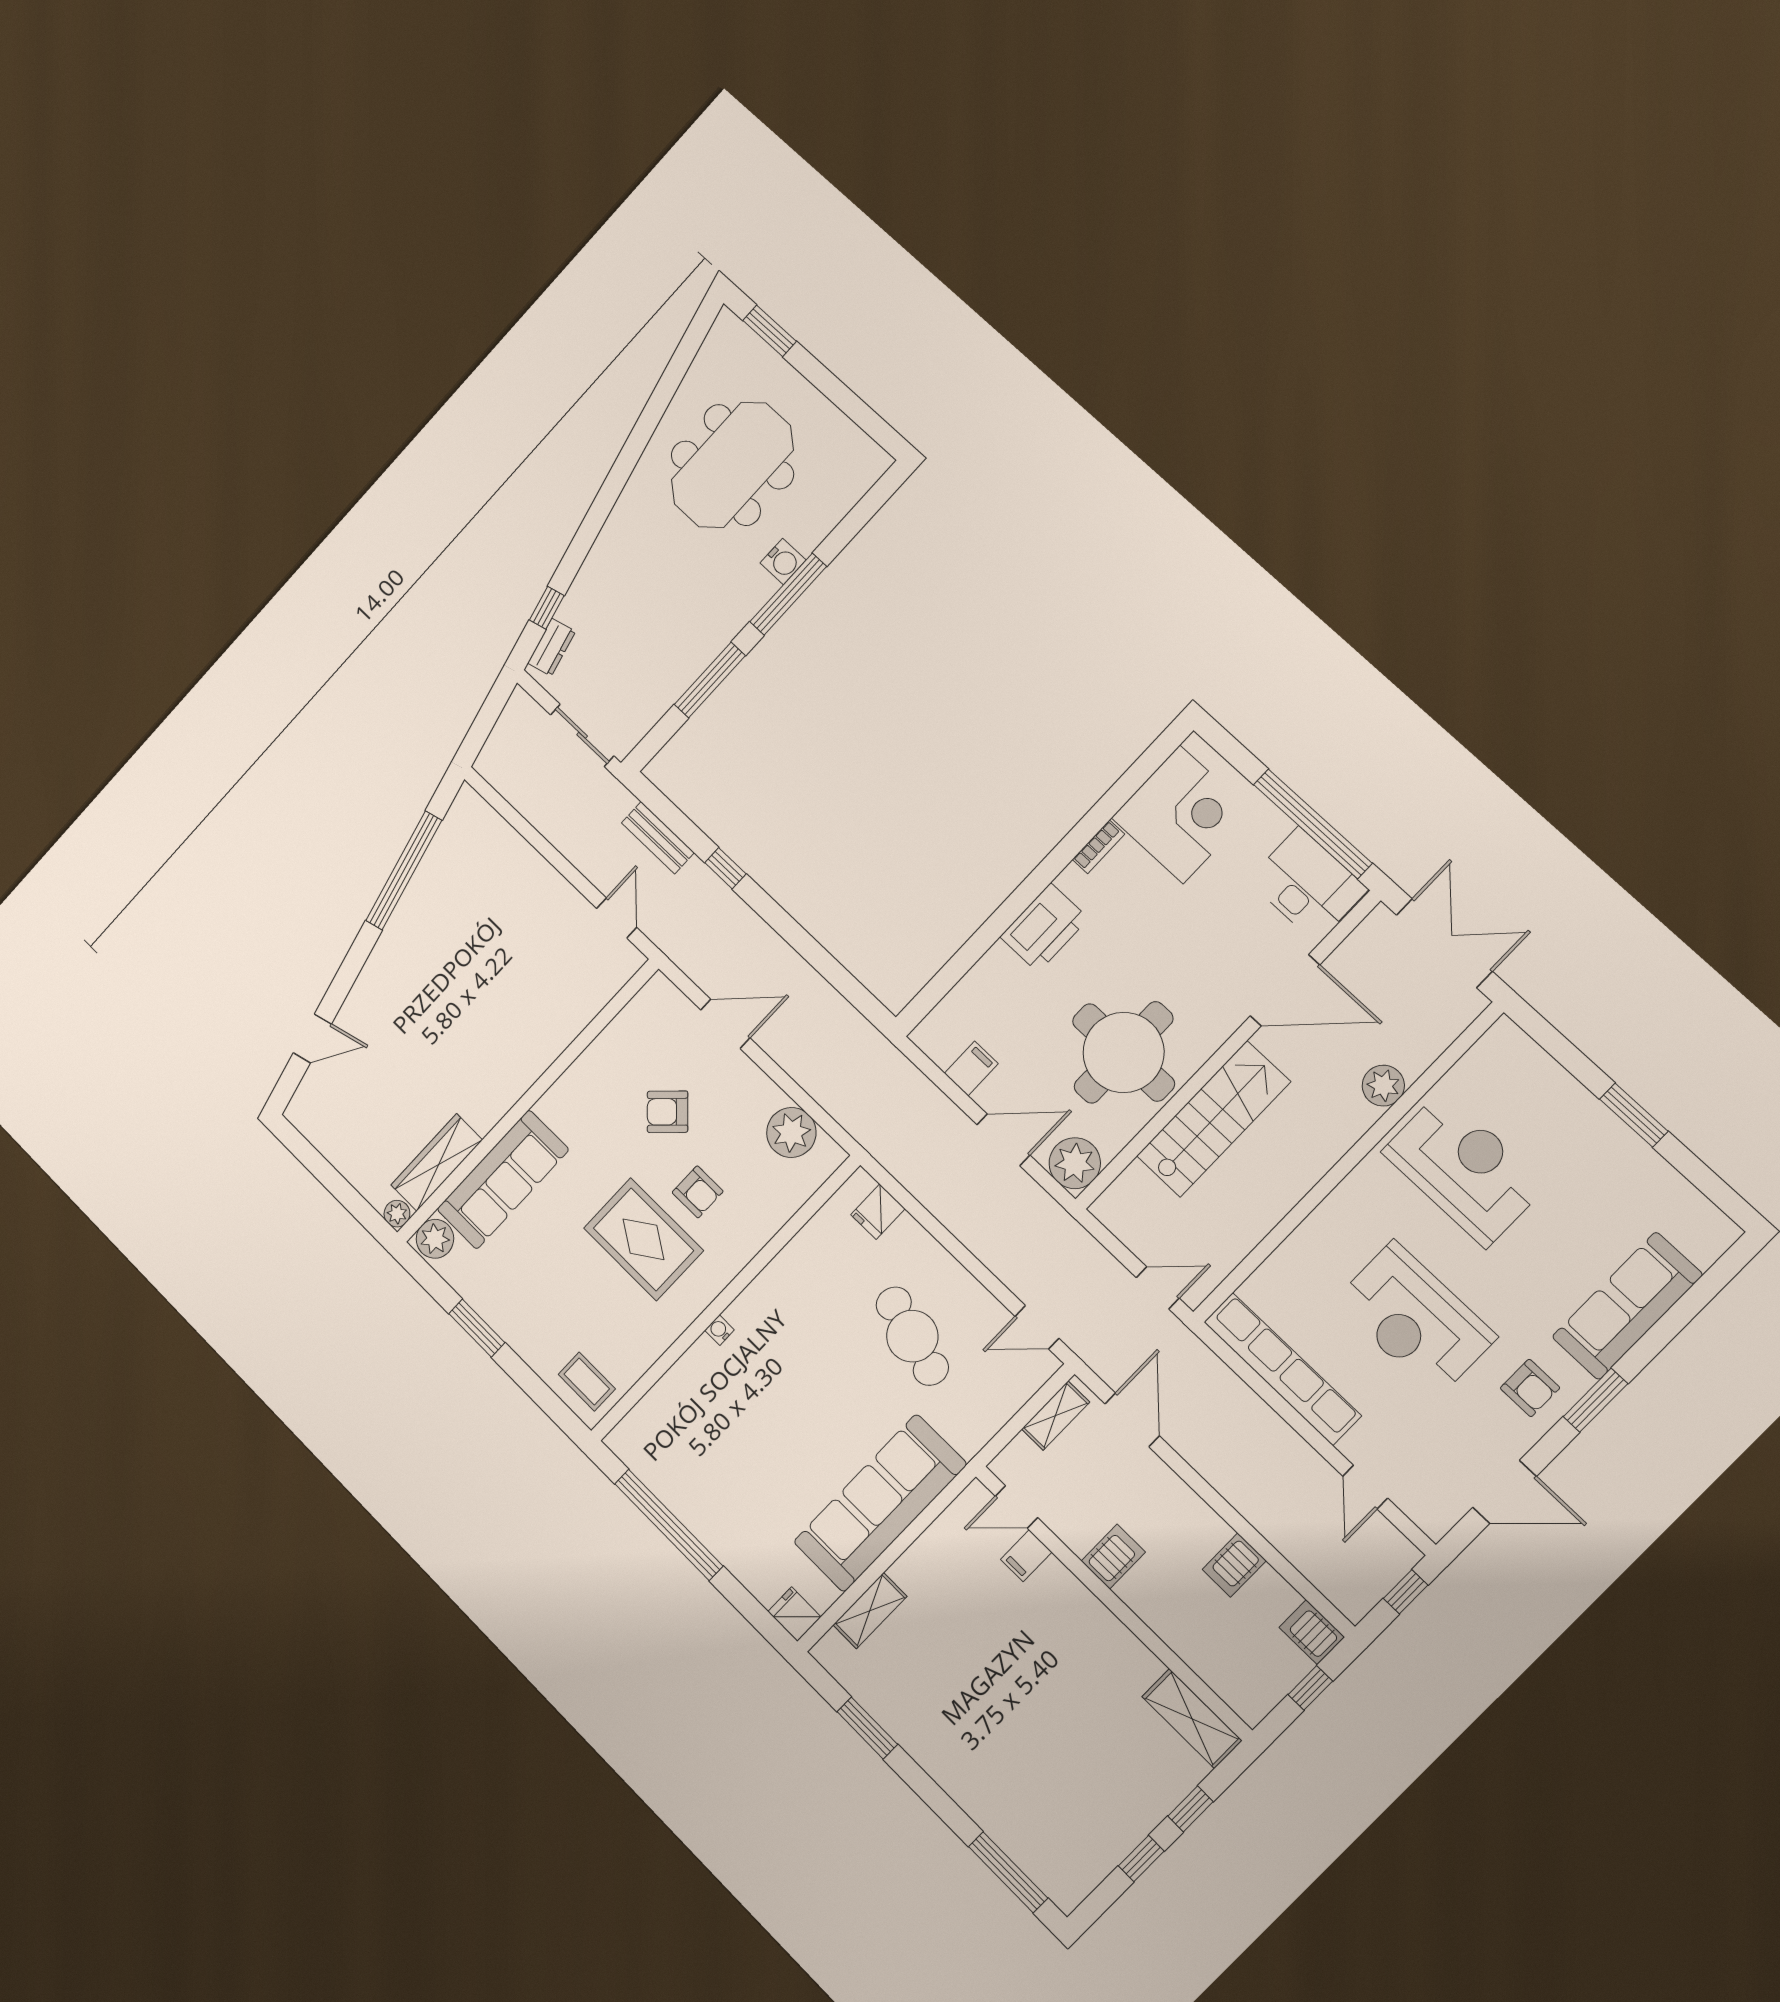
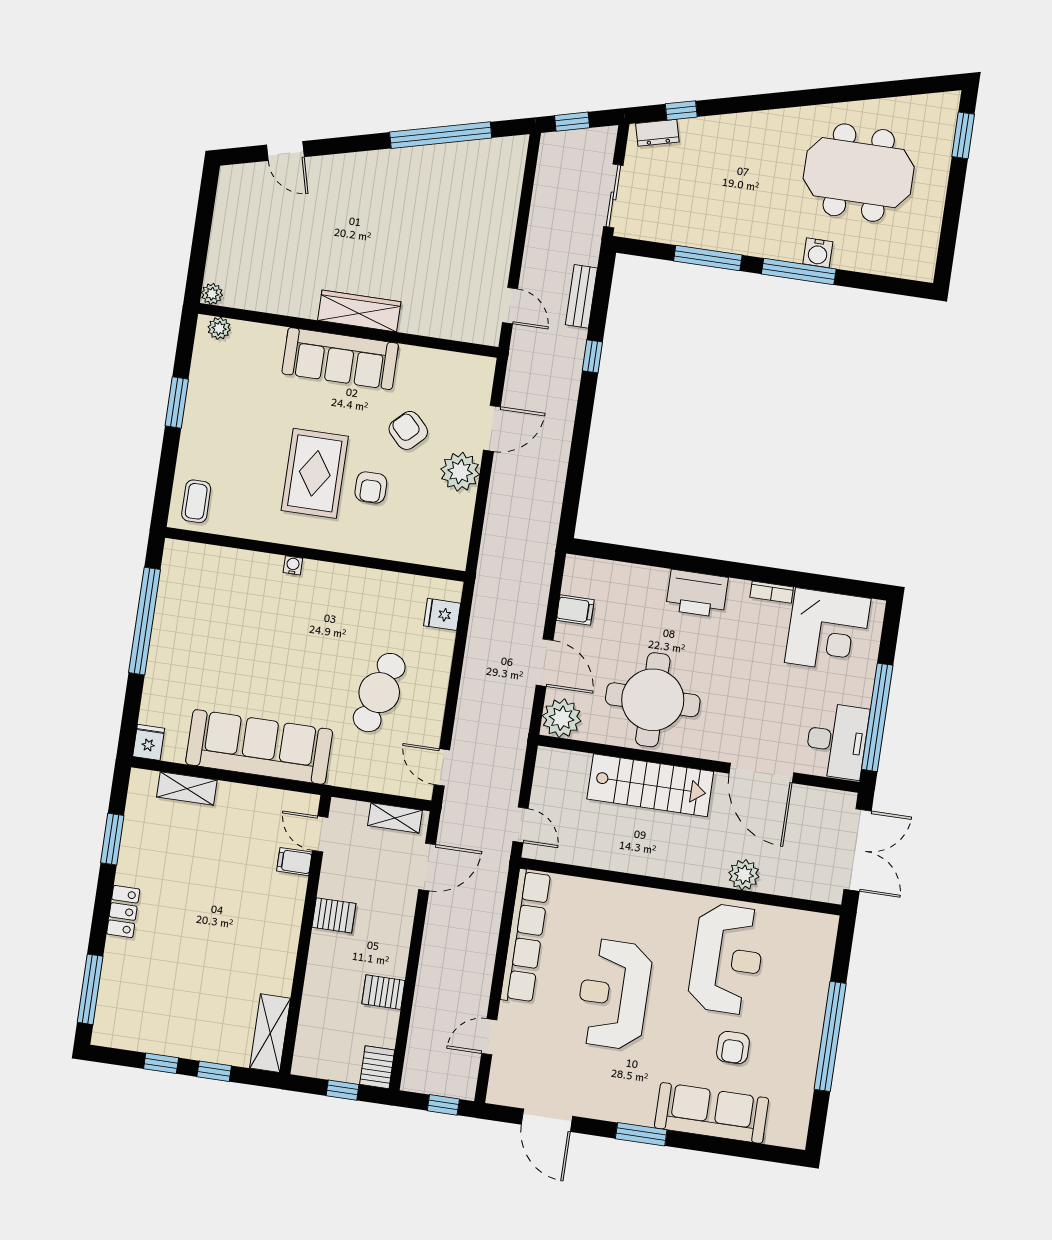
window: (482, 727) -> (572, 122), added
door: (617, 918) -> (510, 306), hinge flipped
door: (725, 1024) -> (492, 428), hinge flipped
window: (1634, 1115) -> (830, 1036), width x2.11
plant: (791, 1133) -> (460, 472), moved
wardrobe: (437, 1162) -> (359, 311), moved
sofa: (503, 1180) -> (340, 359), moved
plant: (435, 1239) -> (219, 328), width x0.73, depth x0.73
armchair: (1530, 1388) -> (733, 1048), moved
locker: (951, 1775) -> (123, 911), added

